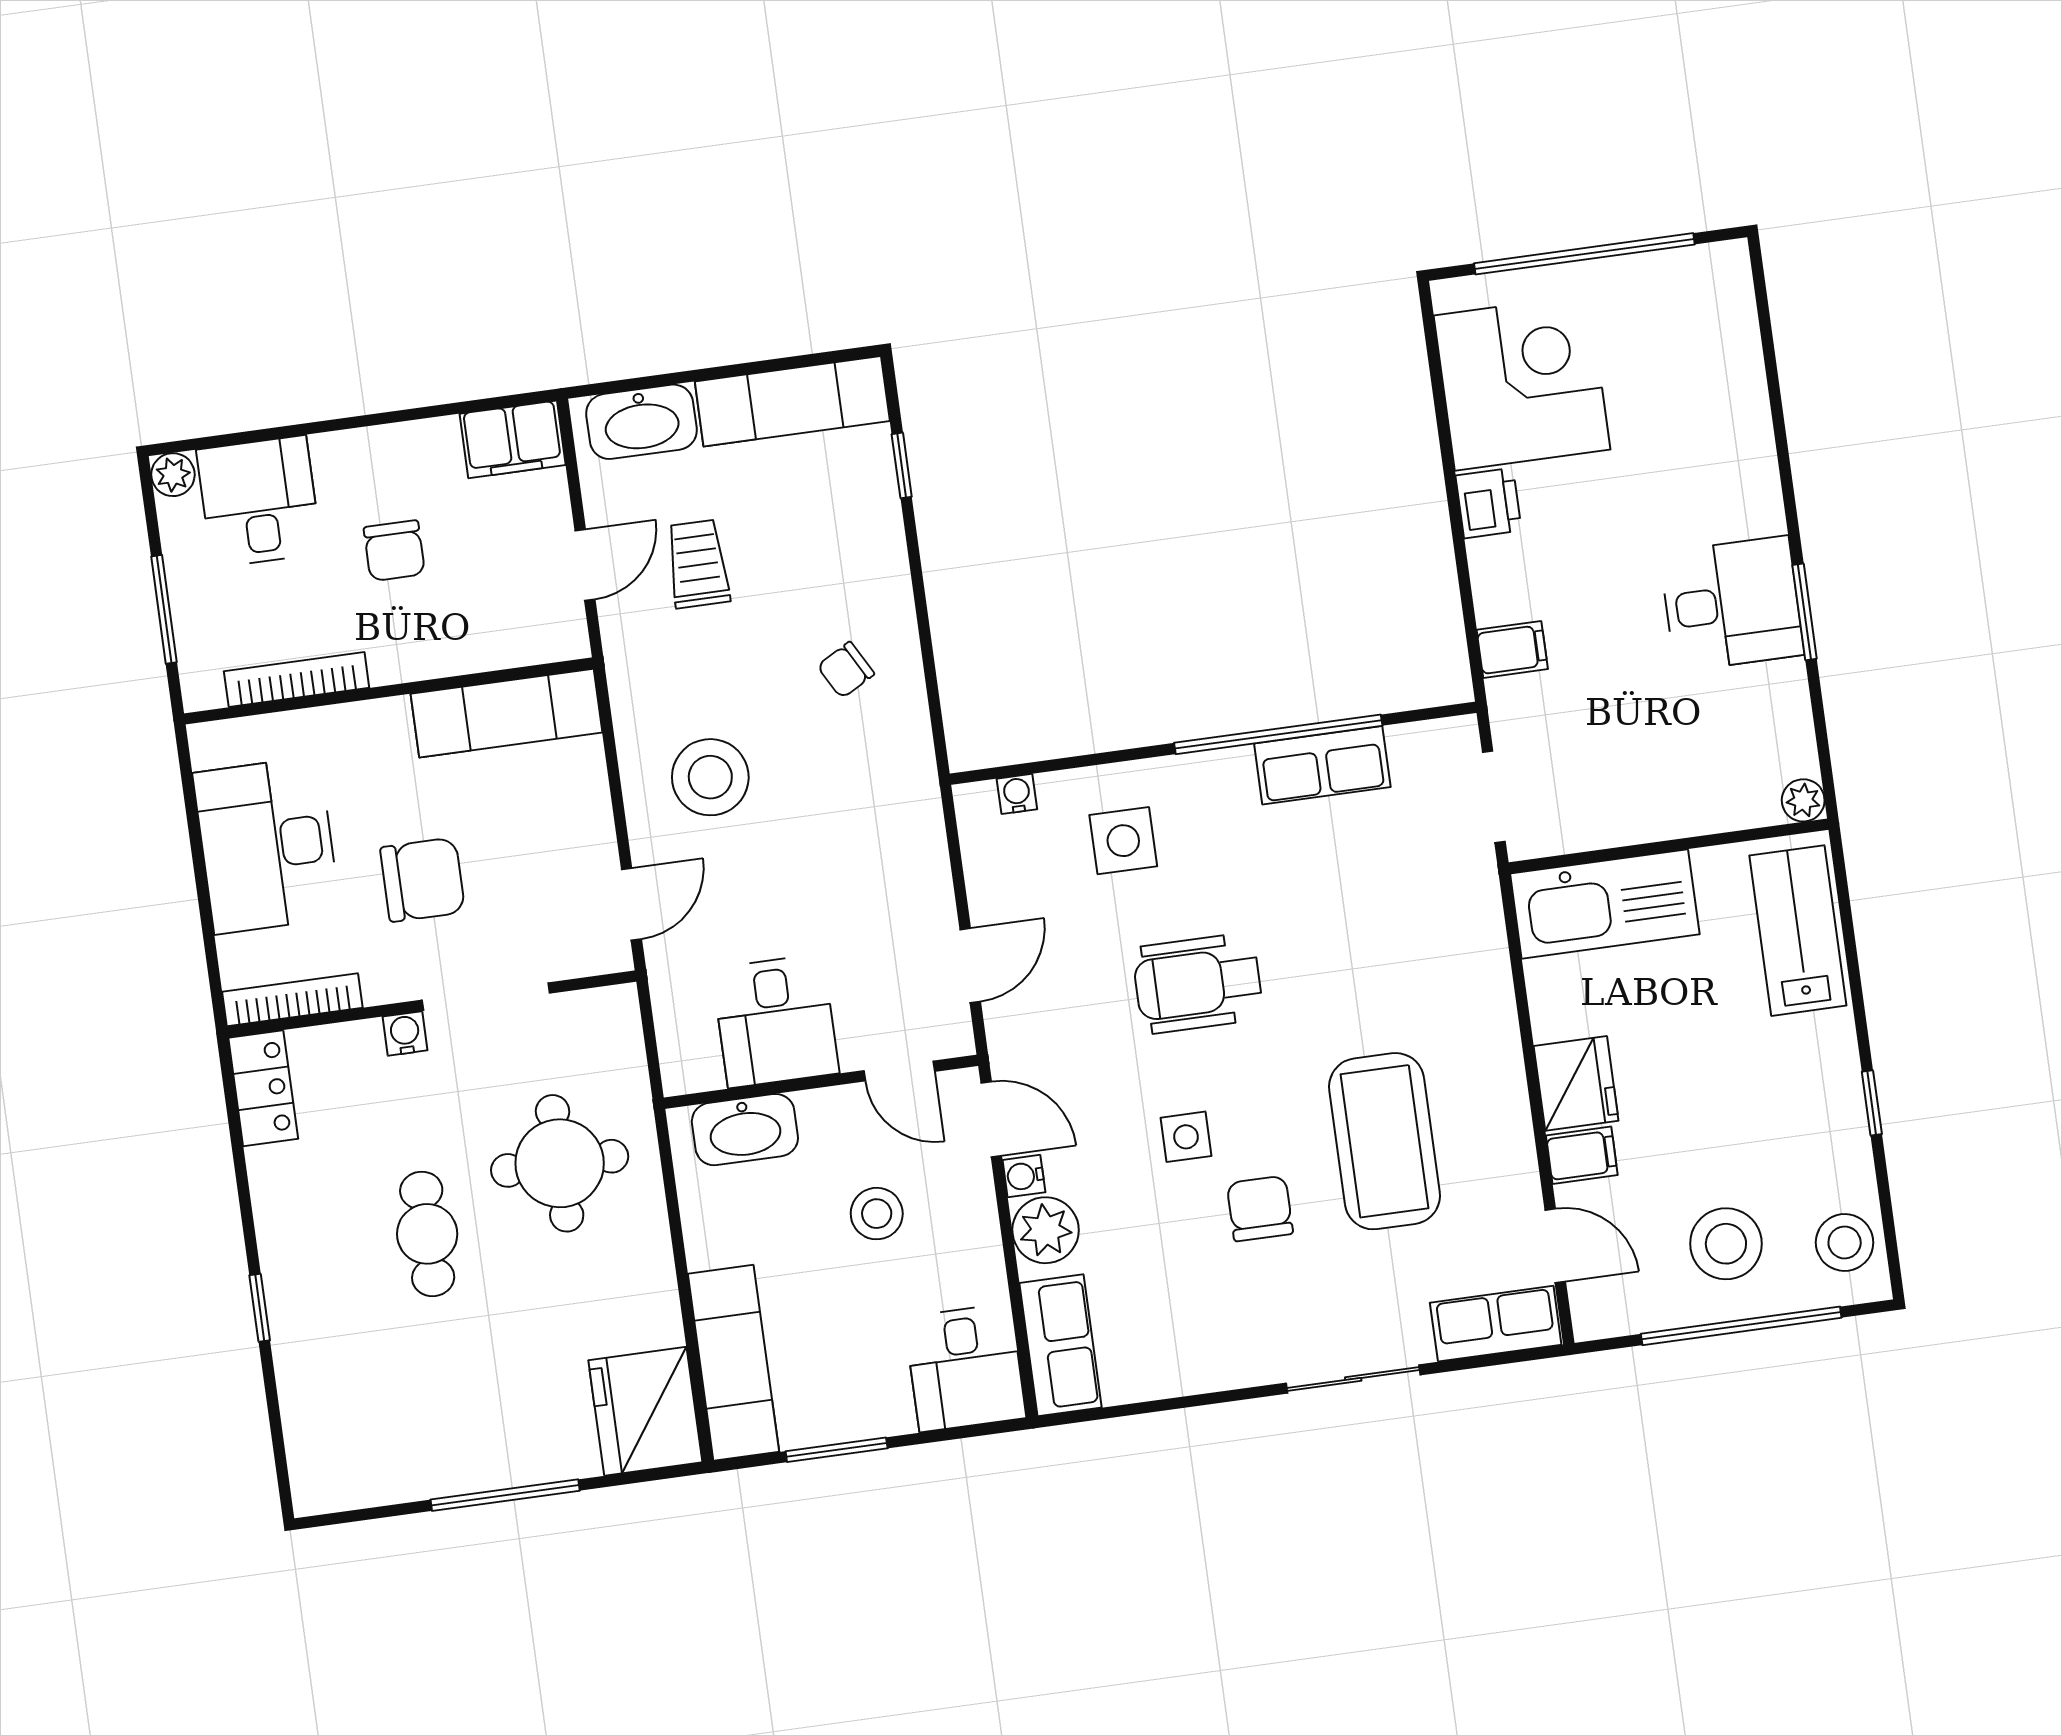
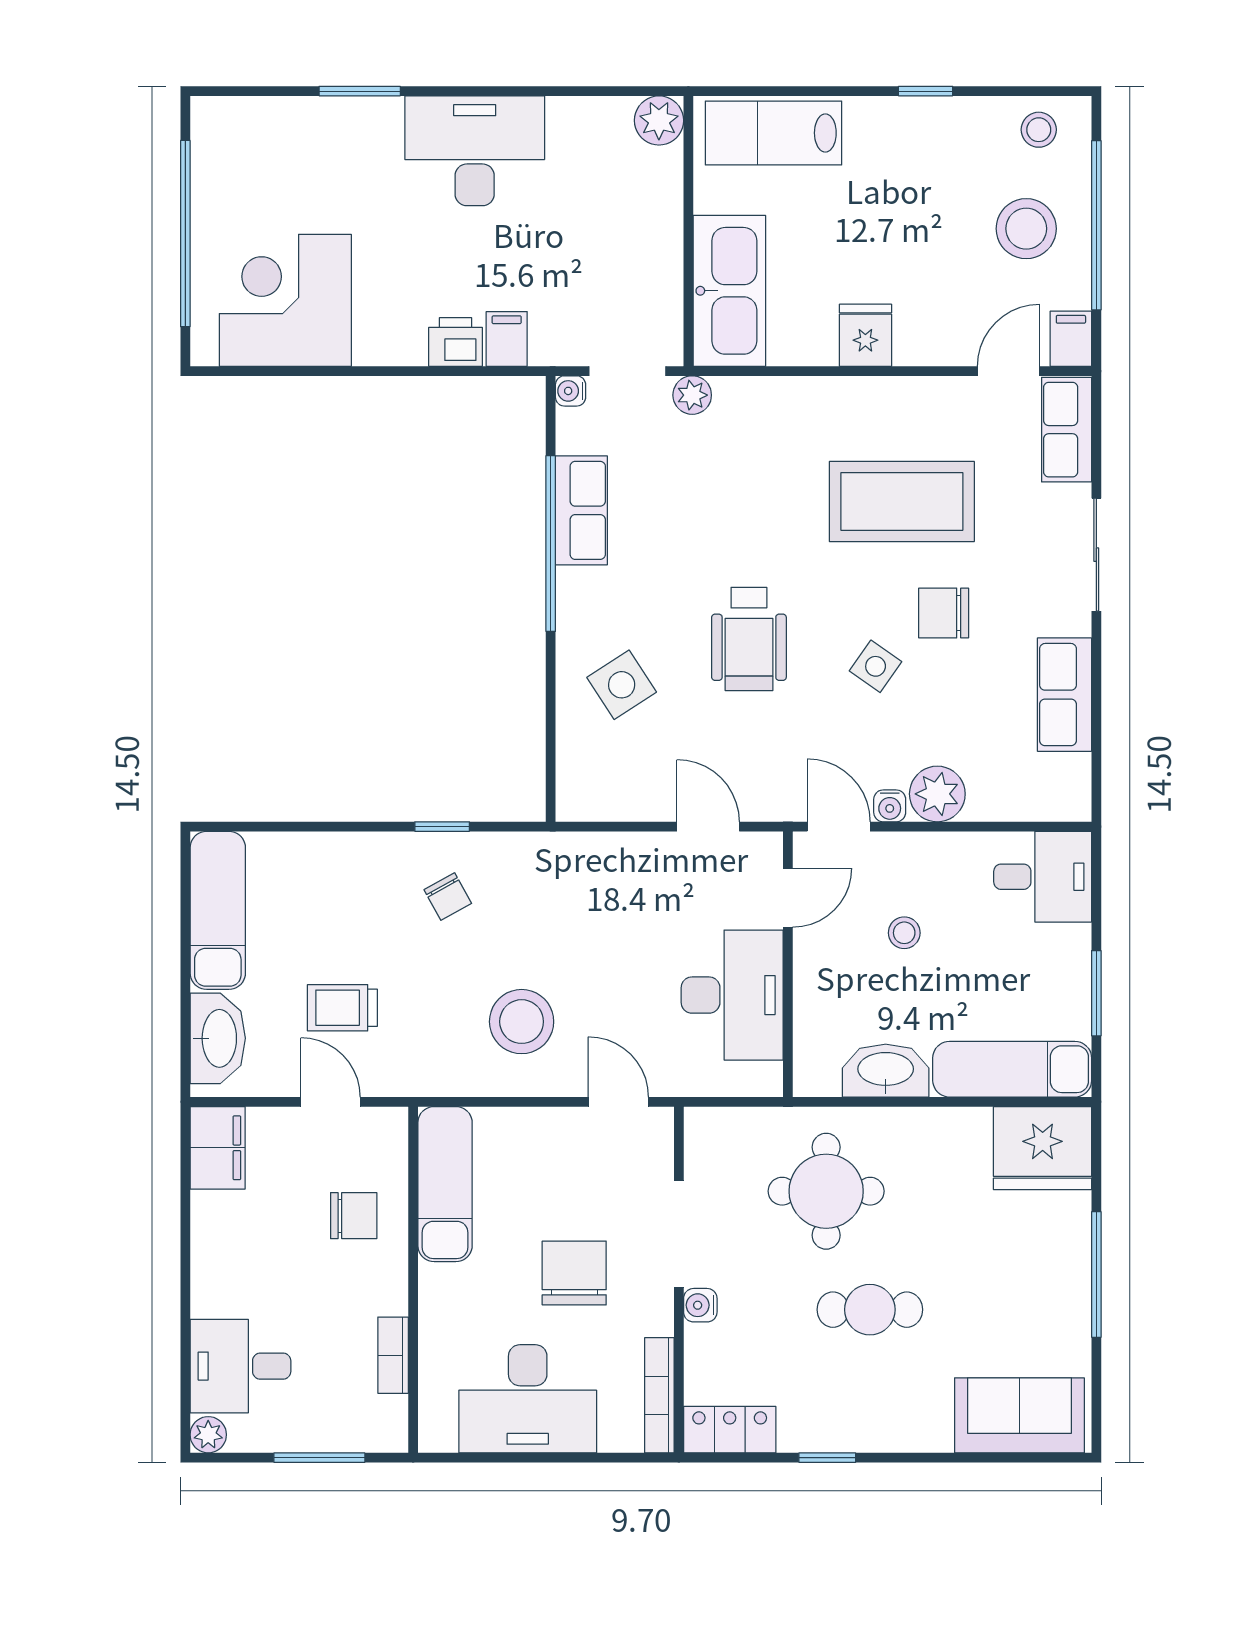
window: (902, 465) -> (442, 827), moved
printer: (1489, 503) -> (455, 342), moved
chair: (394, 551) -> (354, 1216), moved
desk: (1732, 604) -> (475, 151), width x1.37
window: (1805, 612) -> (360, 91), moved
bookcase: (297, 680) -> (393, 1355), width x0.64
water cooler: (1017, 794) -> (571, 391), moved
plant: (1803, 800) -> (659, 120), width x1.38, depth x1.38
side table: (1123, 841) -> (622, 685), turned -33
plant: (1476, 877) -> (692, 395), added
desk: (776, 1021) -> (732, 995), width x1.37
fridge: (1576, 1083) -> (865, 335), width x0.72
door: (991, 1119) -> (839, 827), hinge flipped
washbasin: (745, 1130) -> (886, 1071), moved, turned -90
side table: (1186, 1137) -> (876, 666), turned 35
filing cabinet: (1582, 1155) -> (1071, 339), moved
stool: (877, 1214) -> (904, 933), width x0.73, depth x0.73
stool: (1845, 1242) -> (1039, 130), width x0.73, depth x0.73
window: (260, 1308) -> (827, 1458), moved
row of seats: (1060, 1345) -> (1065, 695), moved, turned -90
sofa: (327, 1427) -> (1019, 1415), added

